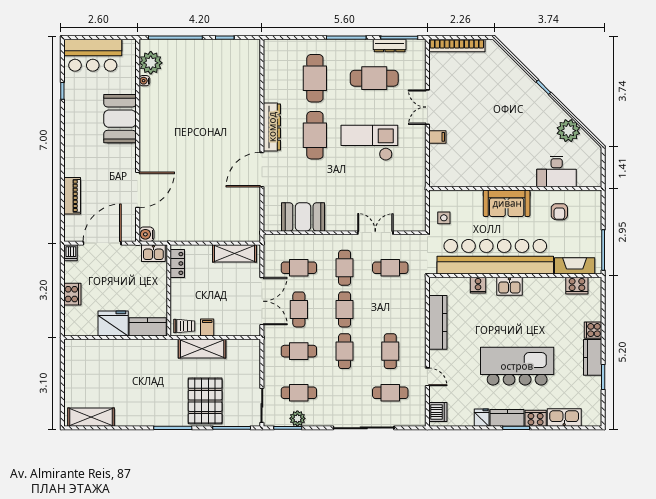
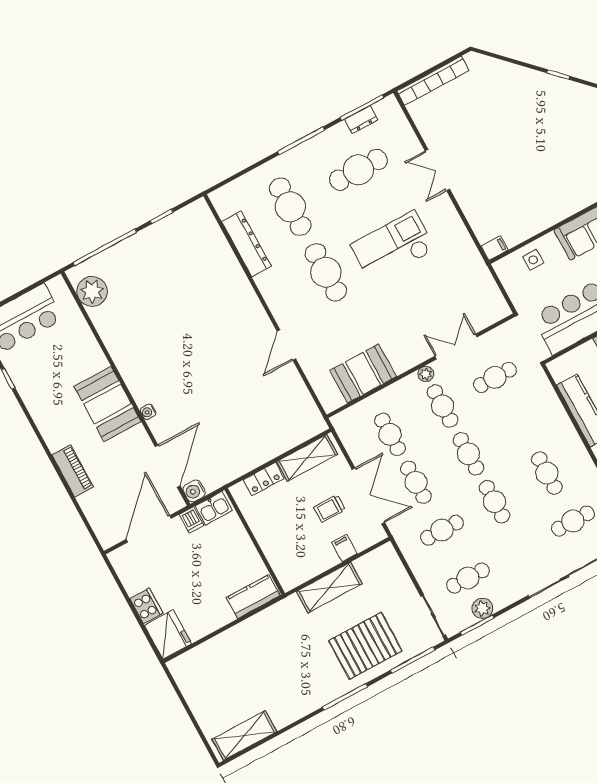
dresser: (390, 46) -> (361, 120), width x0.70
water cooler: (144, 81) -> (148, 412), moved
booth: (120, 119) -> (108, 404), moved
dresser: (272, 127) -> (246, 244), moved
filing cabinet: (437, 137) -> (495, 248), moved
door: (262, 170) -> (286, 345), width x0.73
door: (138, 190) -> (168, 466), moved
piano: (72, 196) -> (73, 471), moved
side table: (444, 218) -> (533, 260), moved
plant: (345, 240) -> (426, 374), added
dishwasher: (71, 253) -> (191, 520), moved
locker: (177, 263) -> (264, 479), moved, turned 90
cafe table: (299, 268) -> (390, 434), turned 90
fridge: (113, 324) -> (168, 635), moved, turned 90
trolley: (184, 326) -> (330, 509), moved, turned 180
filing cabinet: (207, 328) -> (345, 548), moved
pallet: (205, 401) -> (365, 646), turned 90

